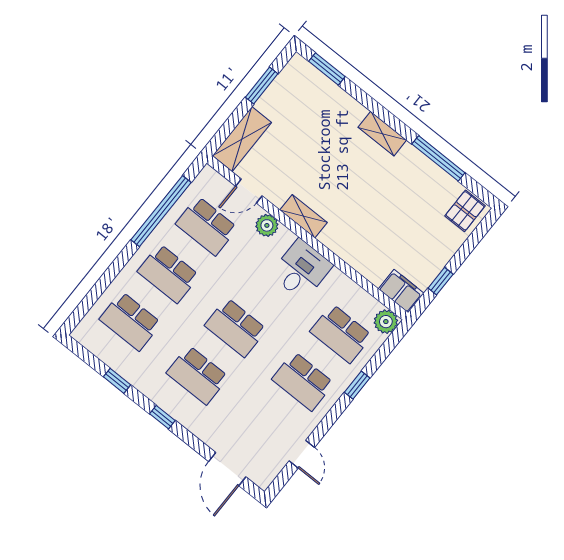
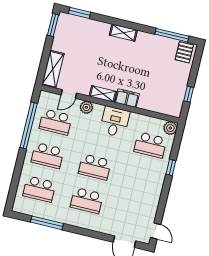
window: (262, 86) -> (53, 25), moved
window: (438, 158) -> (172, 35), moved
filing cabinet: (401, 291) -> (127, 98), moved
window: (117, 381) -> (47, 223), width x2.17
school desk: (303, 381) -> (142, 178), removed
window: (162, 417) -> (79, 231), removed
door: (302, 454) -> (156, 231), moved

